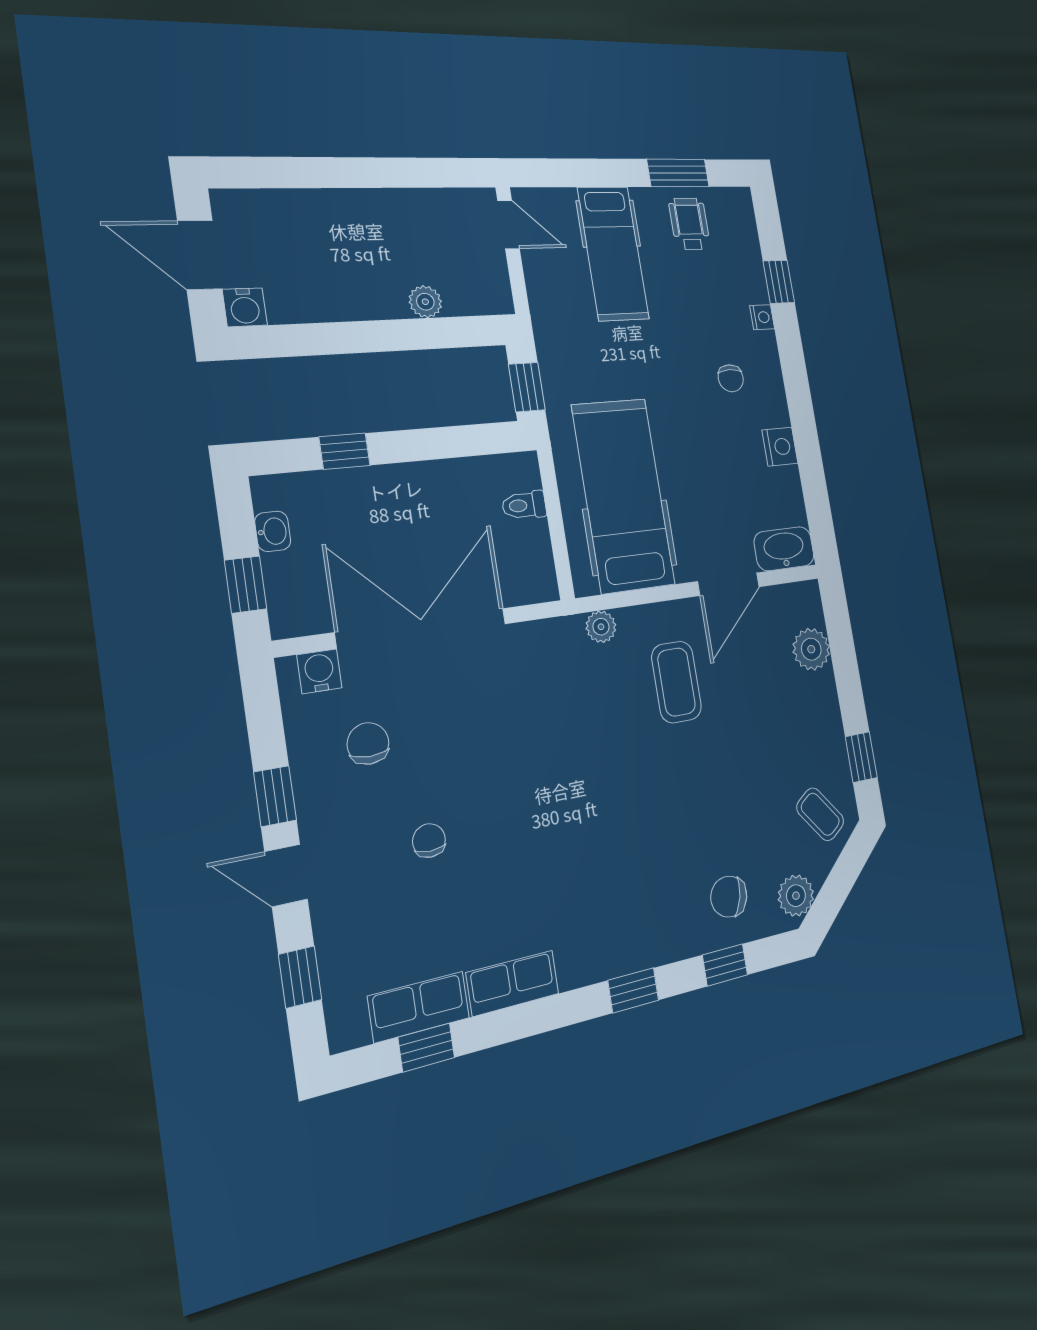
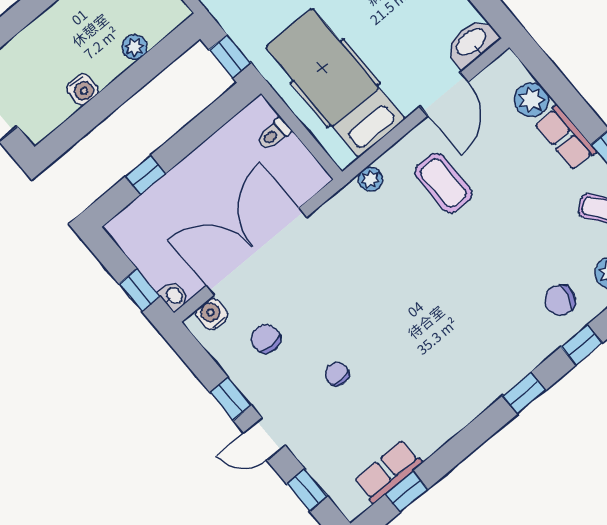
water cooler: (245, 307) -> (83, 89), moved
washbasin: (273, 531) -> (174, 296), moved
row of seats: (513, 983) -> (565, 138), moved, turned -90

